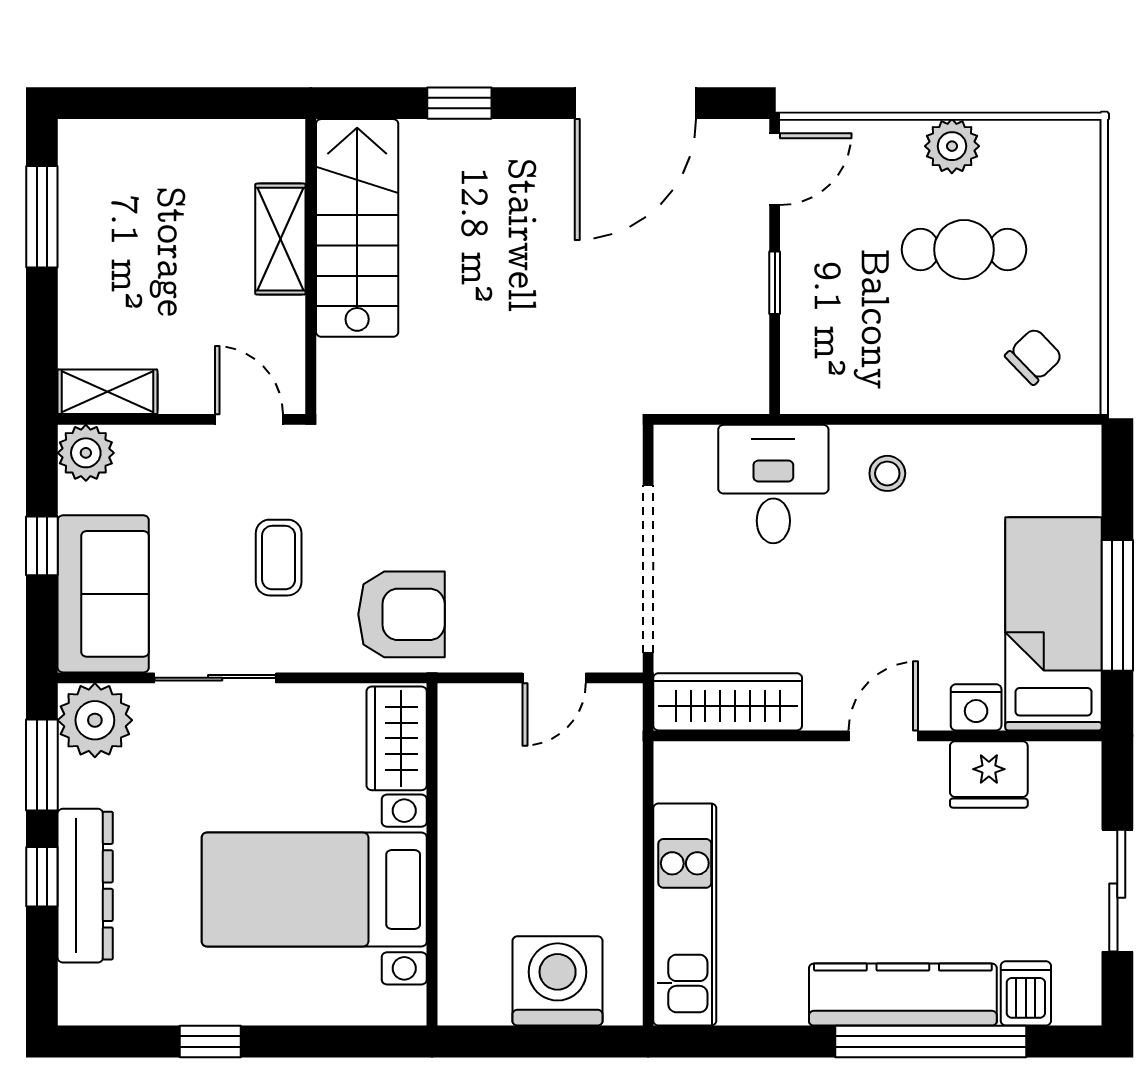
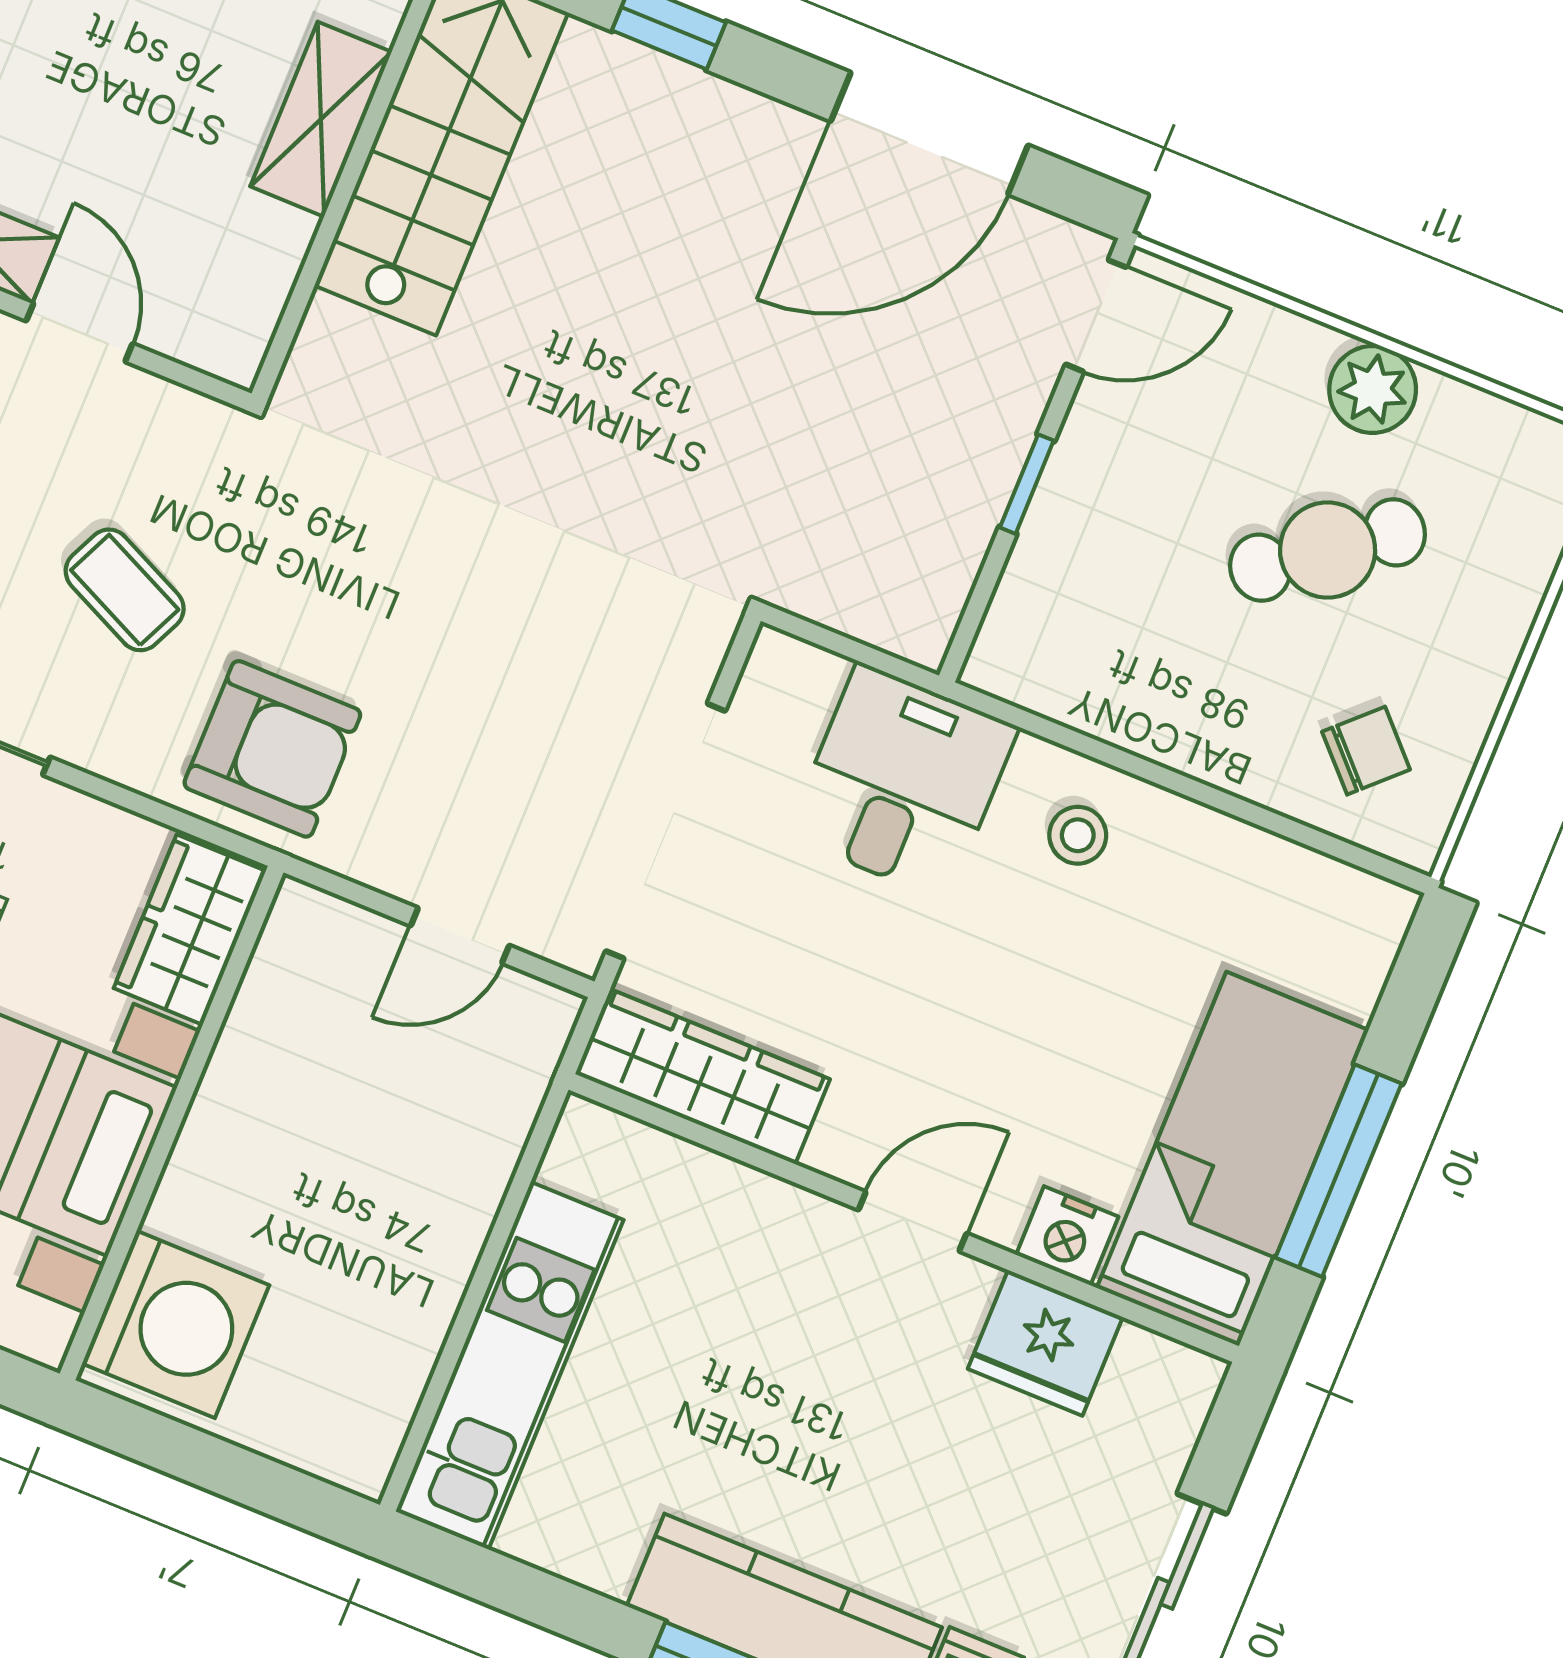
cafe table: (964, 250) -> (1328, 550), turned -37
door: (249, 419) -> (79, 332), moved
coffee table: (279, 558) -> (125, 590), turned -65
washing machine: (558, 981) -> (176, 1324), moved, turned 90

